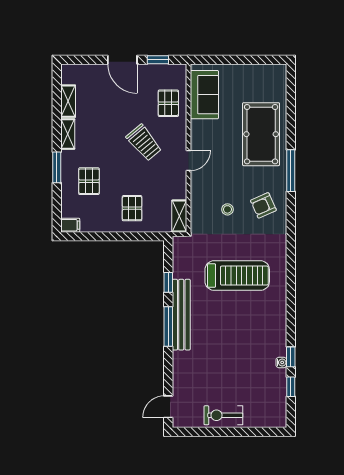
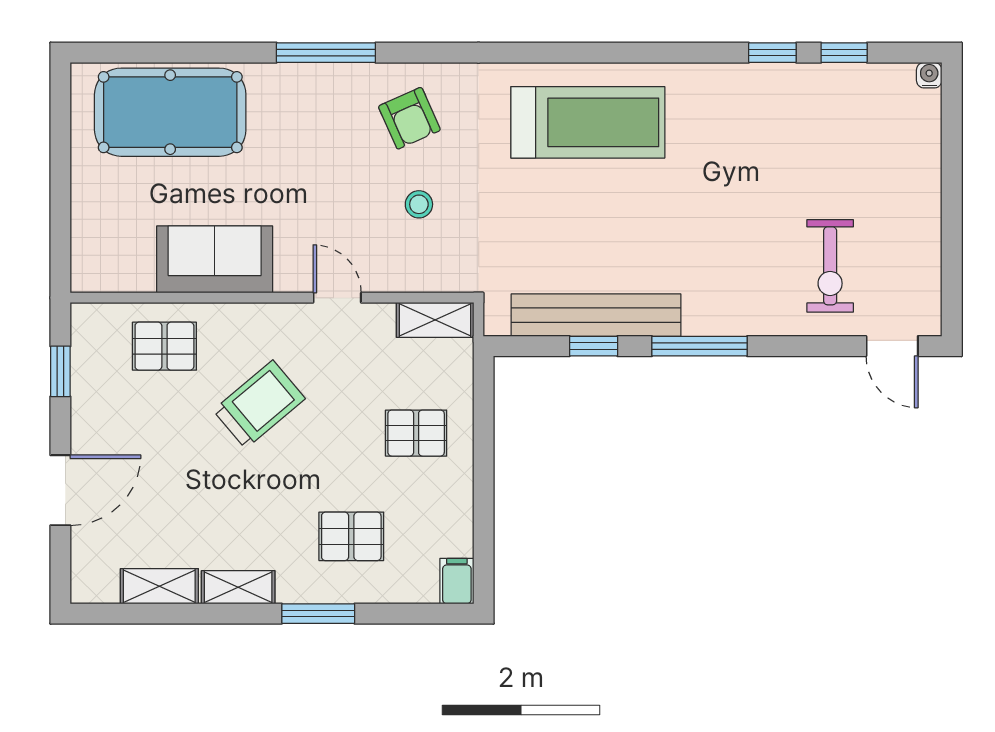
door: (122, 60) -> (60, 490), moved
sofa: (204, 95) -> (215, 259), moved
pool table: (261, 134) -> (170, 112), moved
door: (189, 160) -> (337, 298), moved
treadmill: (237, 276) -> (588, 122), moved, turned 90
bench: (181, 315) -> (596, 315), moved
water cooler: (281, 362) -> (929, 75), moved
exercise bike: (223, 415) -> (830, 266), moved

